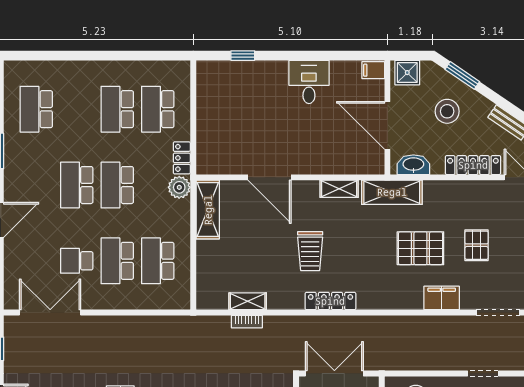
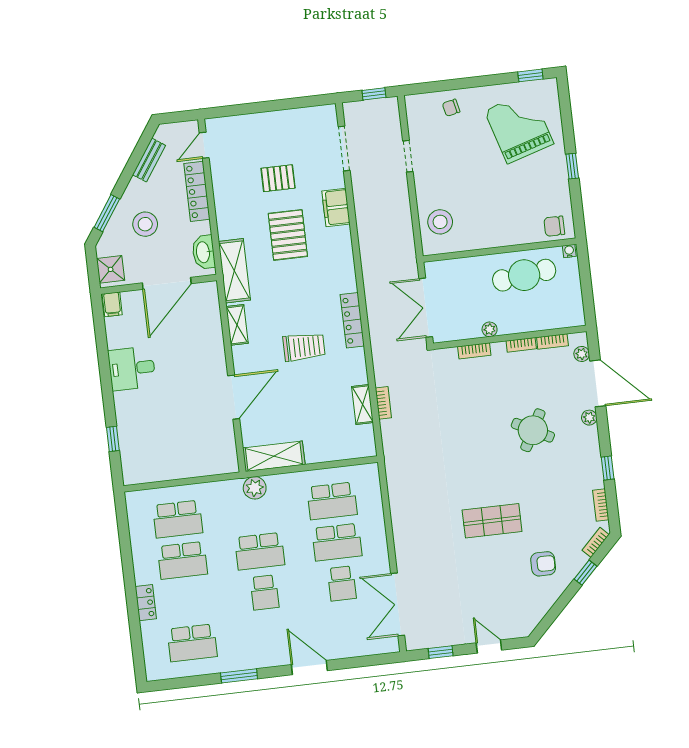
locker: (182, 158) -> (146, 603), moved, turned -90
school desk: (77, 185) -> (265, 592), width x0.54

